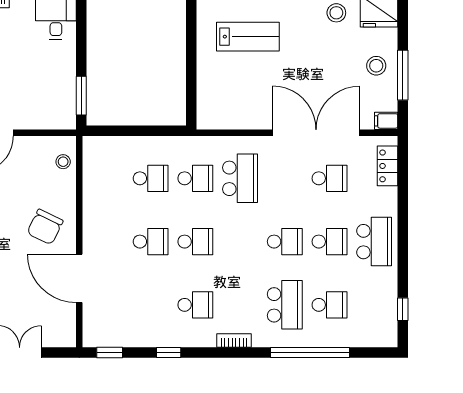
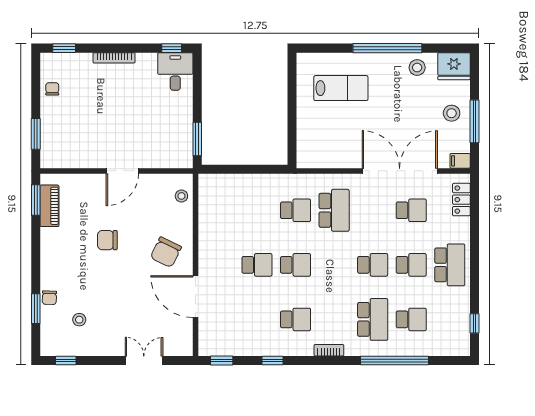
school desk: (151, 178) -> (257, 210), removed

